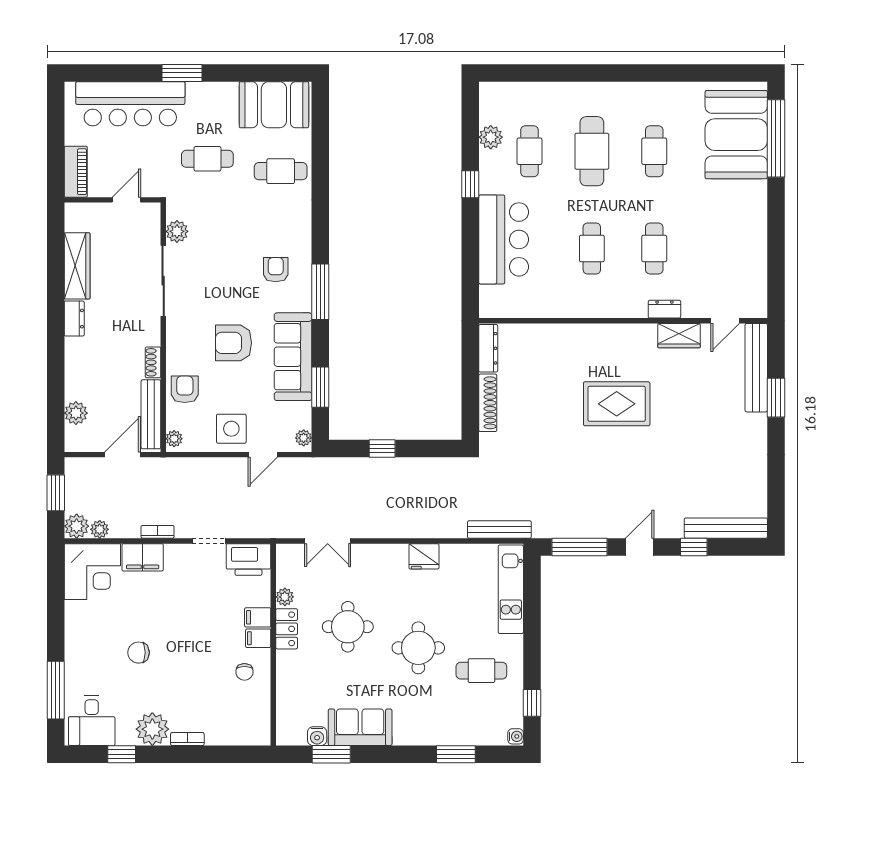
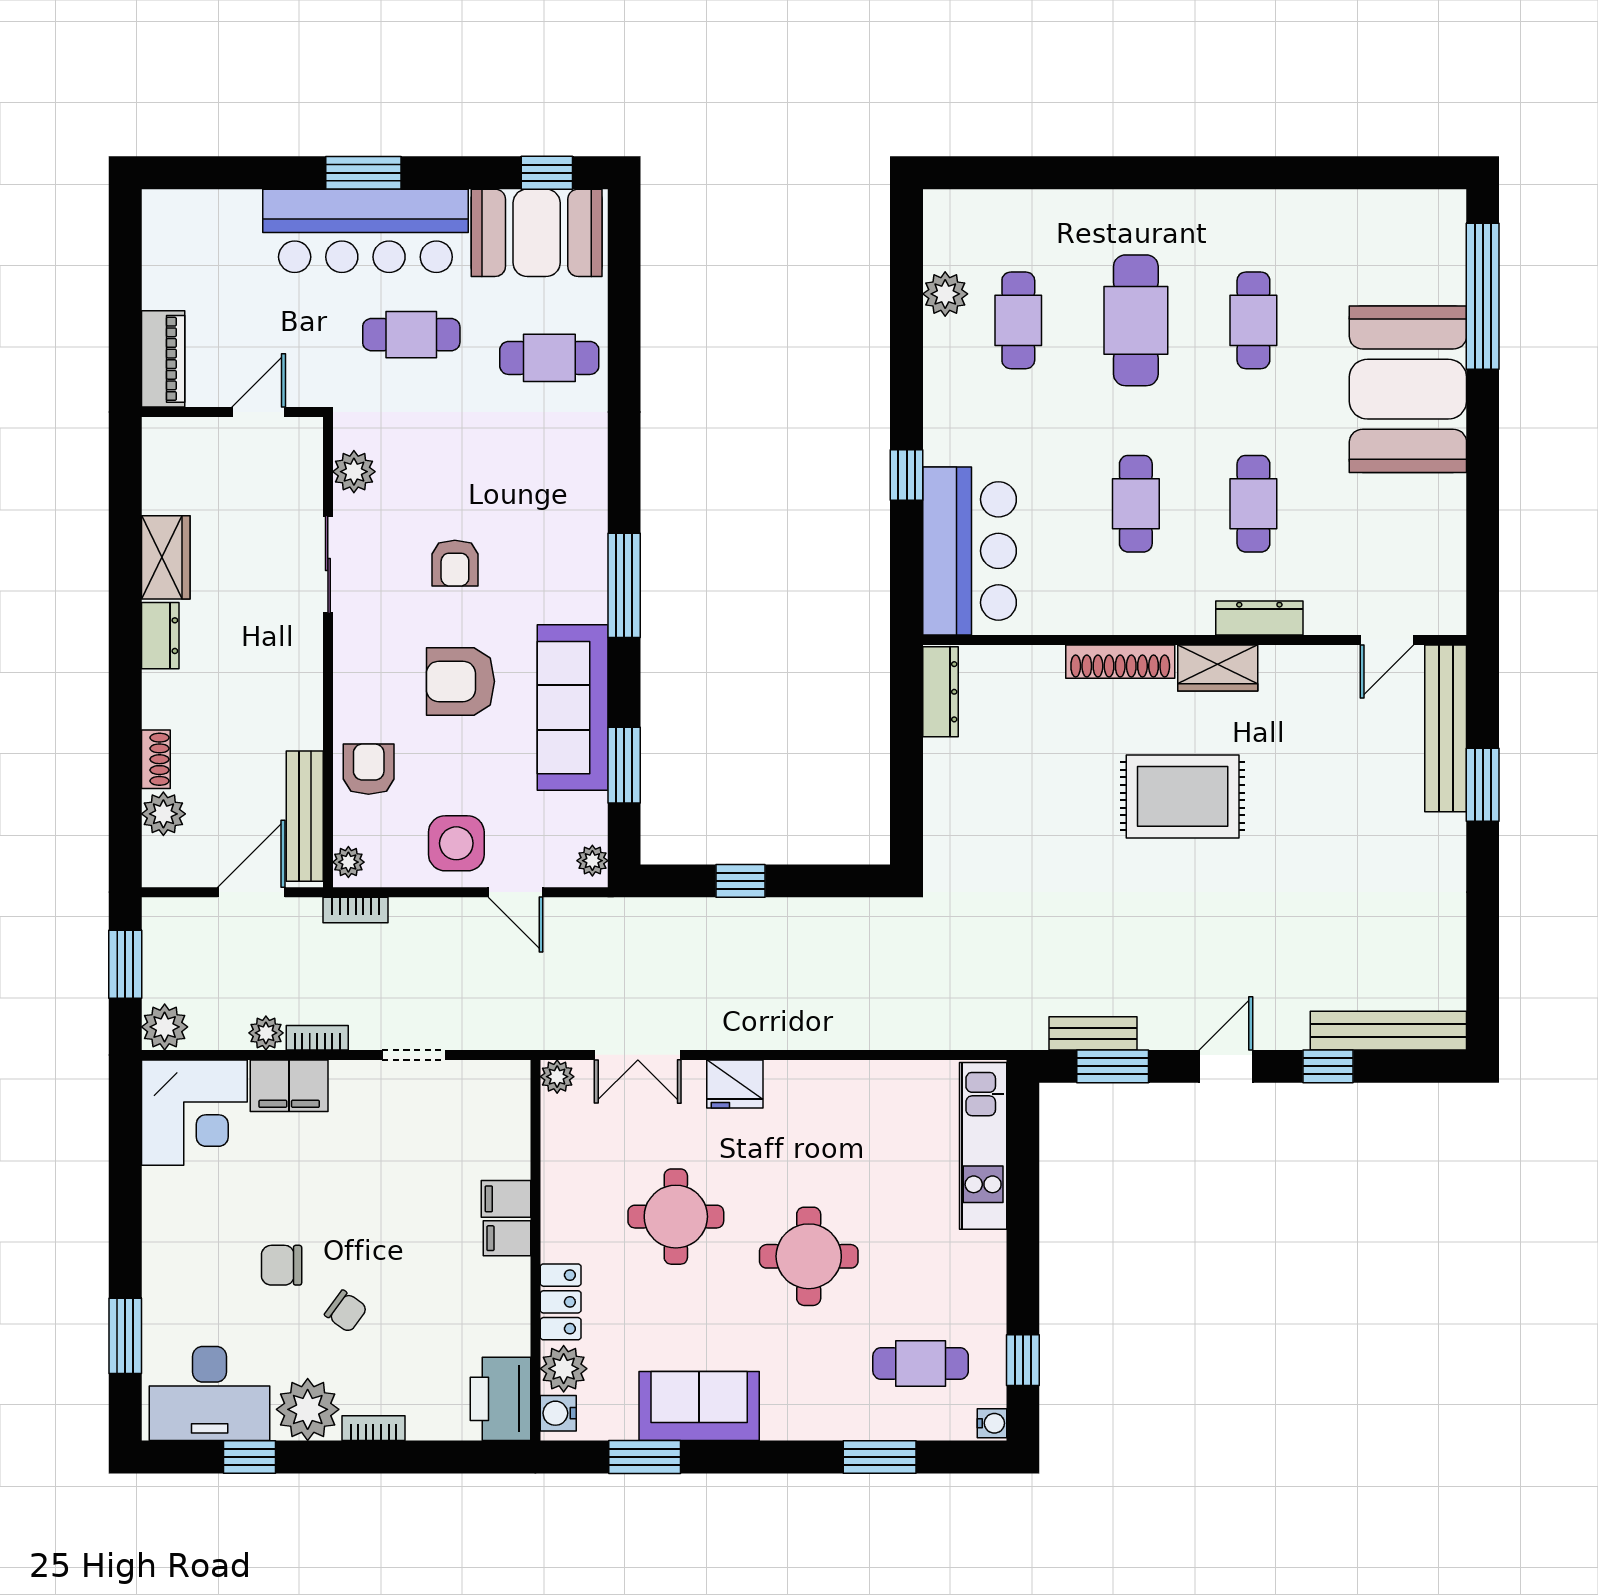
window: (279, 73) -> (547, 173), added
bar counter: (130, 104) -> (365, 231), moved
booth: (736, 135) -> (1408, 389), moved
window: (470, 184) -> (907, 475), moved
bar counter: (504, 239) -> (970, 551), moved
wardrobe: (77, 266) -> (166, 557), width x0.67
armchair: (276, 270) -> (455, 563), moved, turned 180
sliding door: (163, 281) -> (328, 564), width x0.73
dresser: (664, 309) -> (1259, 618), width x1.44
wardrobe: (679, 336) -> (1218, 668), moved
shoe rack: (153, 362) -> (156, 759), moved, turned 180
shoe rack: (488, 403) -> (1120, 662), moved, turned 90
door: (263, 455) -> (515, 892), hinge flipped
bookcase: (178, 464) -> (356, 910), added
plant: (100, 529) -> (266, 1033), moved
bench: (499, 530) -> (1093, 1033), moved, width x0.73
window: (580, 547) -> (1113, 1066), width x0.69
fridge: (424, 556) -> (735, 1084), moved
printer: (248, 560) -> (500, 1399), moved, turned 90
plant: (285, 597) -> (557, 1077), moved
locker: (287, 629) -> (561, 1302), moved
cafe table: (481, 671) -> (921, 1364), moved
chair: (244, 672) -> (346, 1311), moved, turned -54
window: (56, 690) -> (125, 1336), width x0.69
plant: (288, 707) -> (564, 1369), added
desk: (92, 721) -> (210, 1394), width x1.37
water cooler: (317, 736) -> (558, 1413), moved, turned 90

